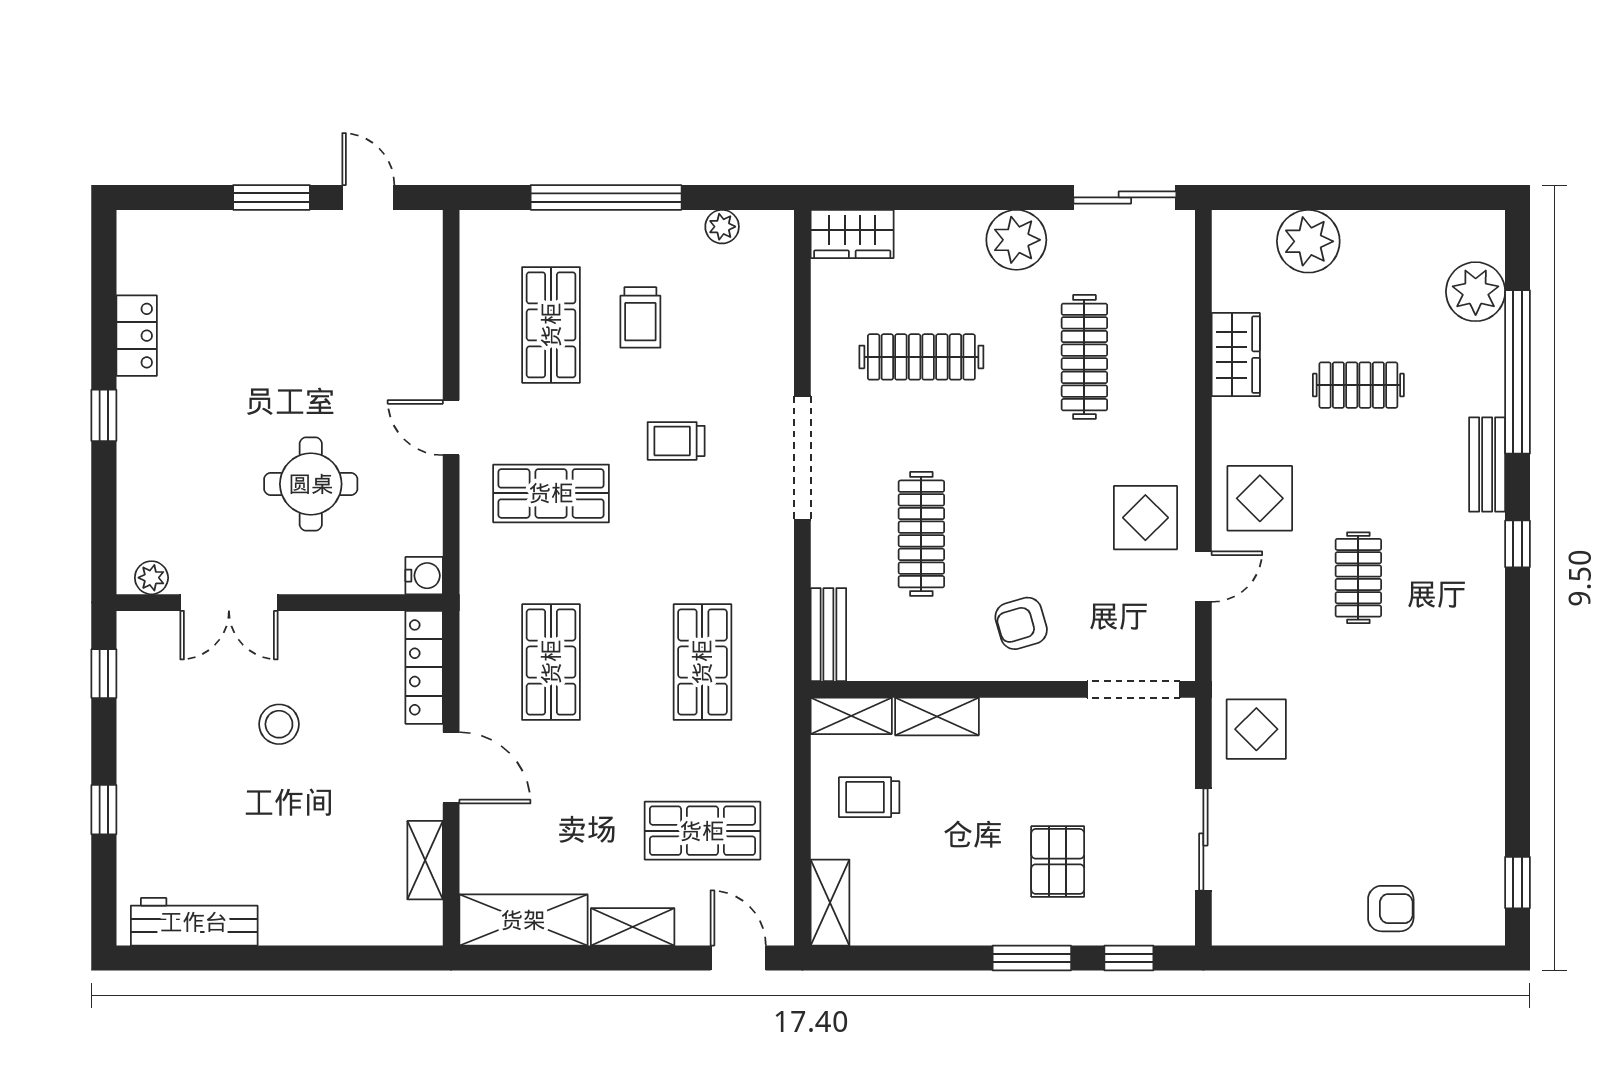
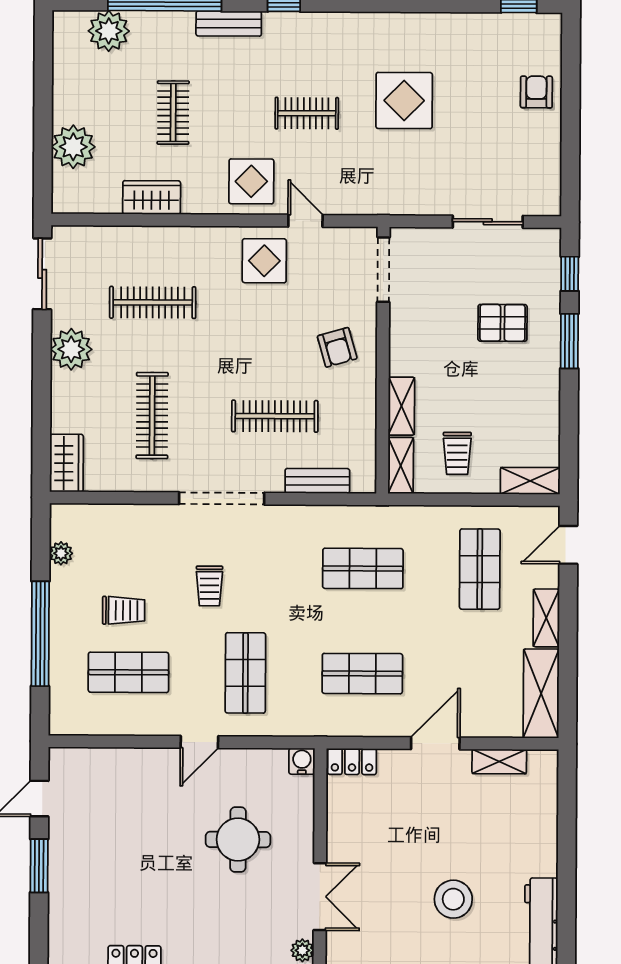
bench: (828, 635) -> (317, 481), moved
locker: (424, 667) -> (352, 762), width x0.66
stool: (279, 724) -> (453, 899), moved, width x1.38, depth x1.38
display table: (1256, 729) -> (404, 101), moved, width x1.36, depth x1.36

